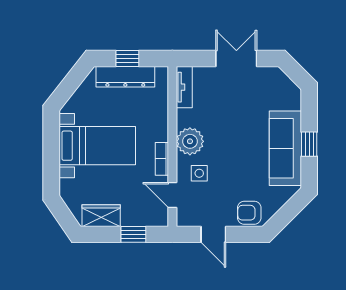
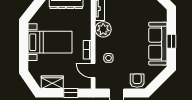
plant: (190, 141) -> (103, 29), moved
armchair: (249, 213) -> (137, 81), turned 90

